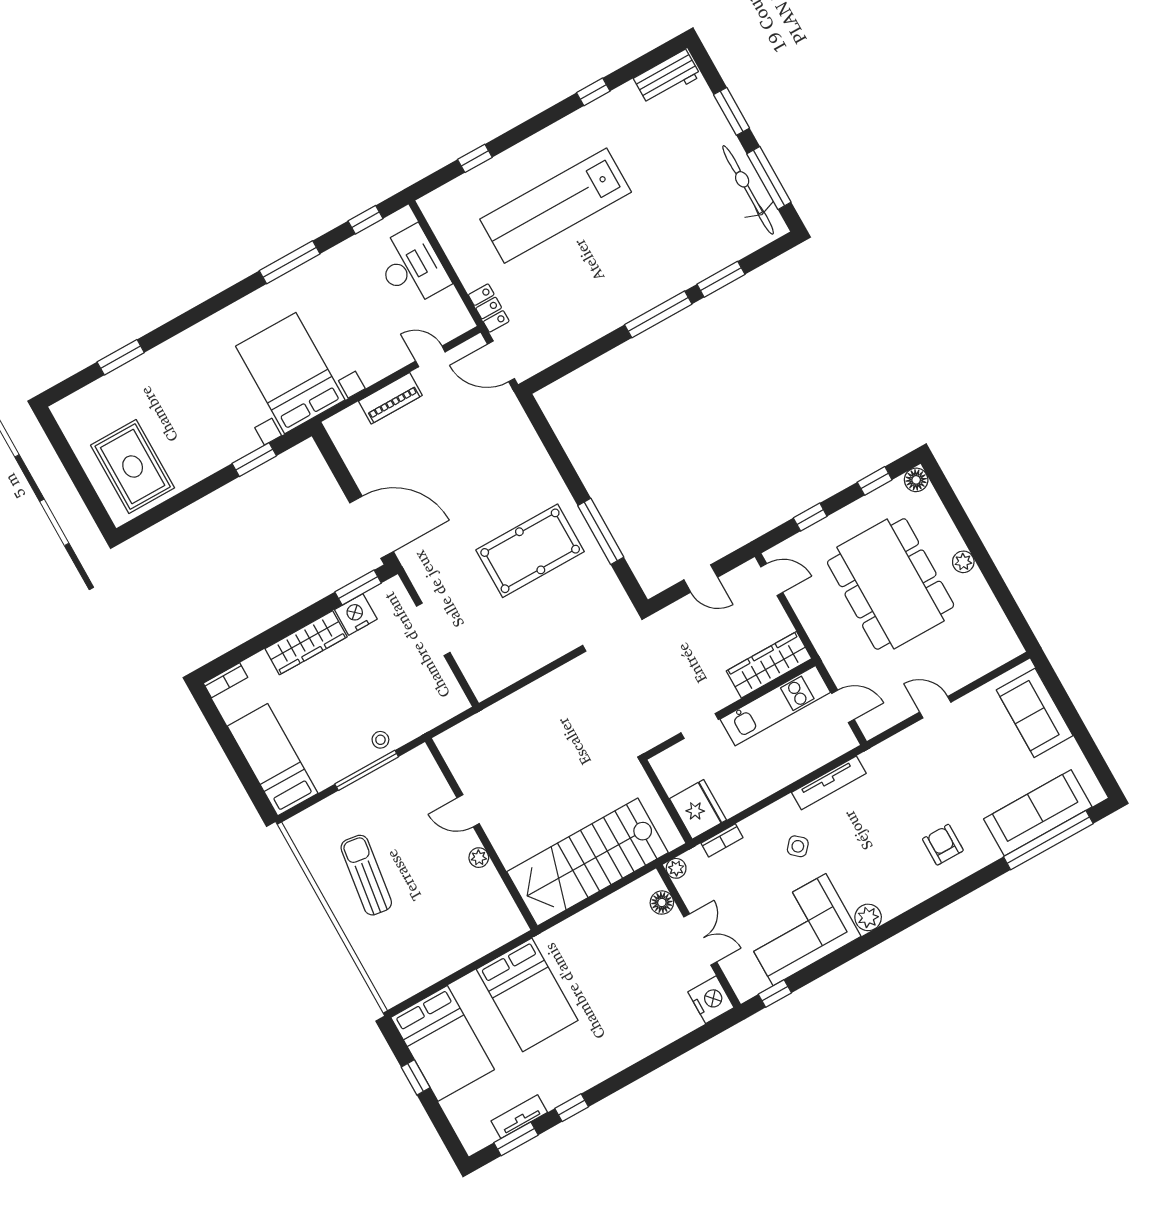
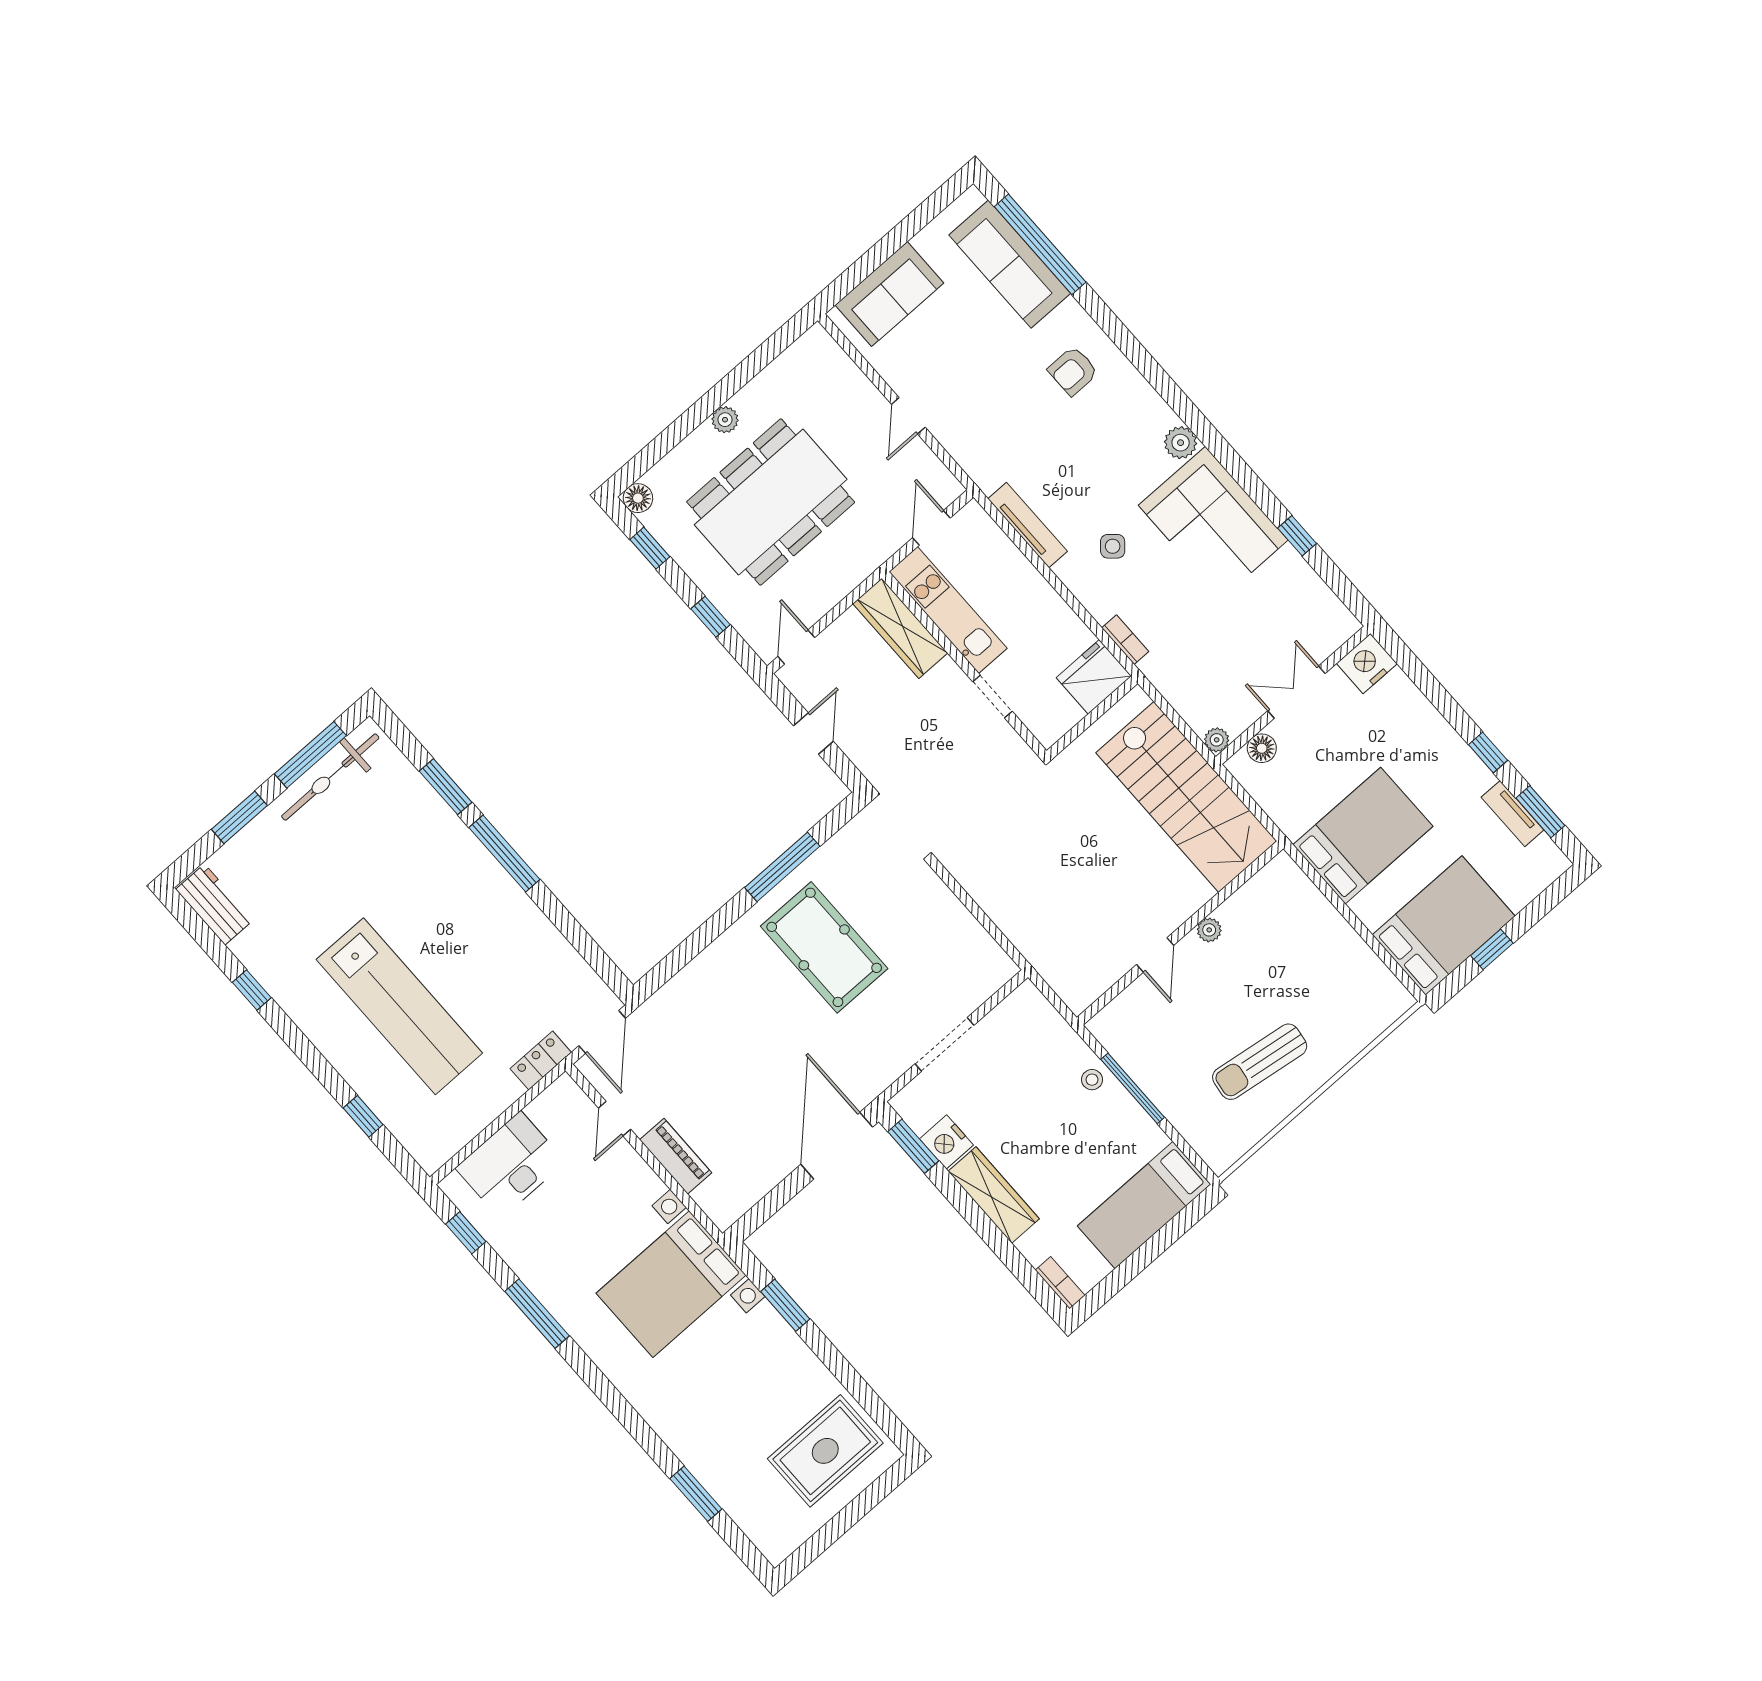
plant: (676, 868) -> (1217, 740), moved
floor lamp: (662, 903) -> (1262, 748), moved
wall: (698, 936) -> (1293, 695), moved
double door: (700, 939) -> (1296, 692), moved
nightstand: (711, 1000) -> (1367, 664), moved

